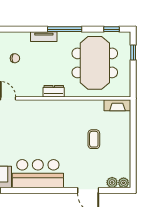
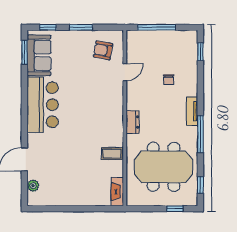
coffee table: (94, 139) -> (112, 154), moved
plant: (124, 183) -> (33, 198), removed

